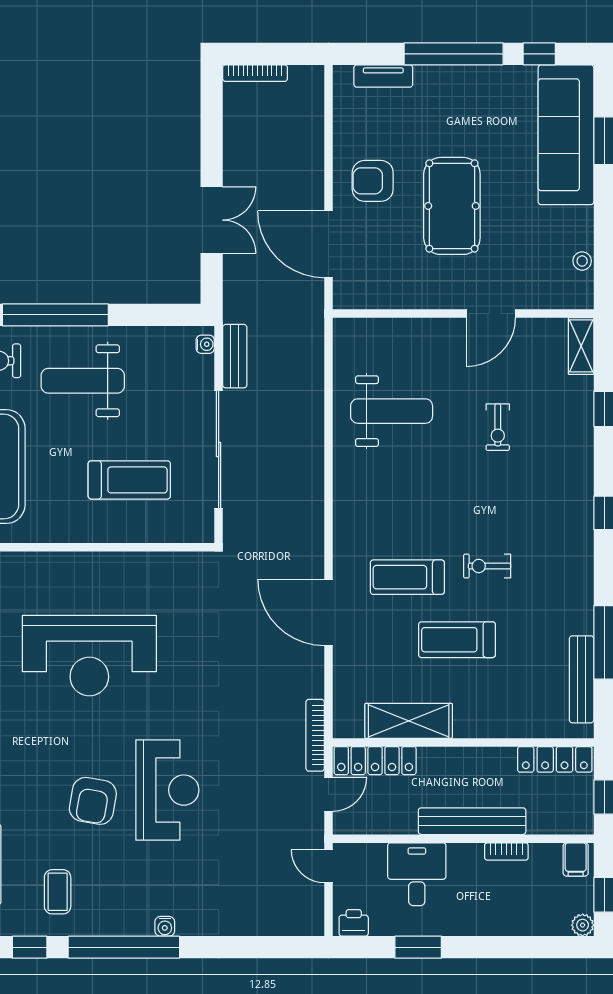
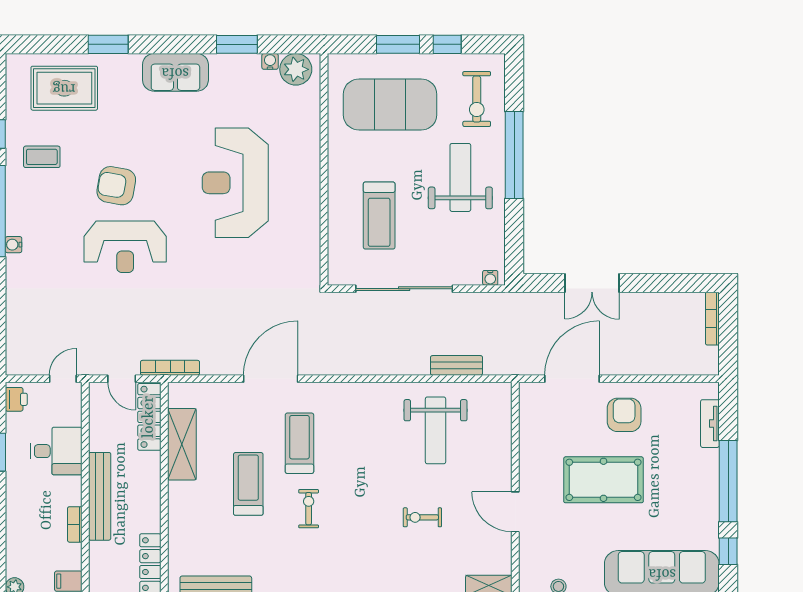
bench: (235, 356) -> (457, 365), moved

